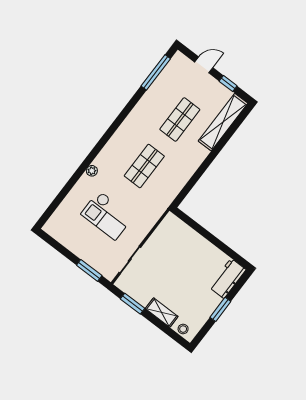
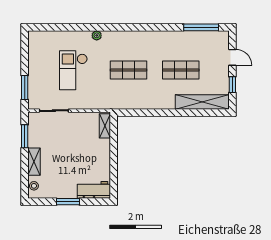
shelving: (178, 225) -> (105, 126), added

